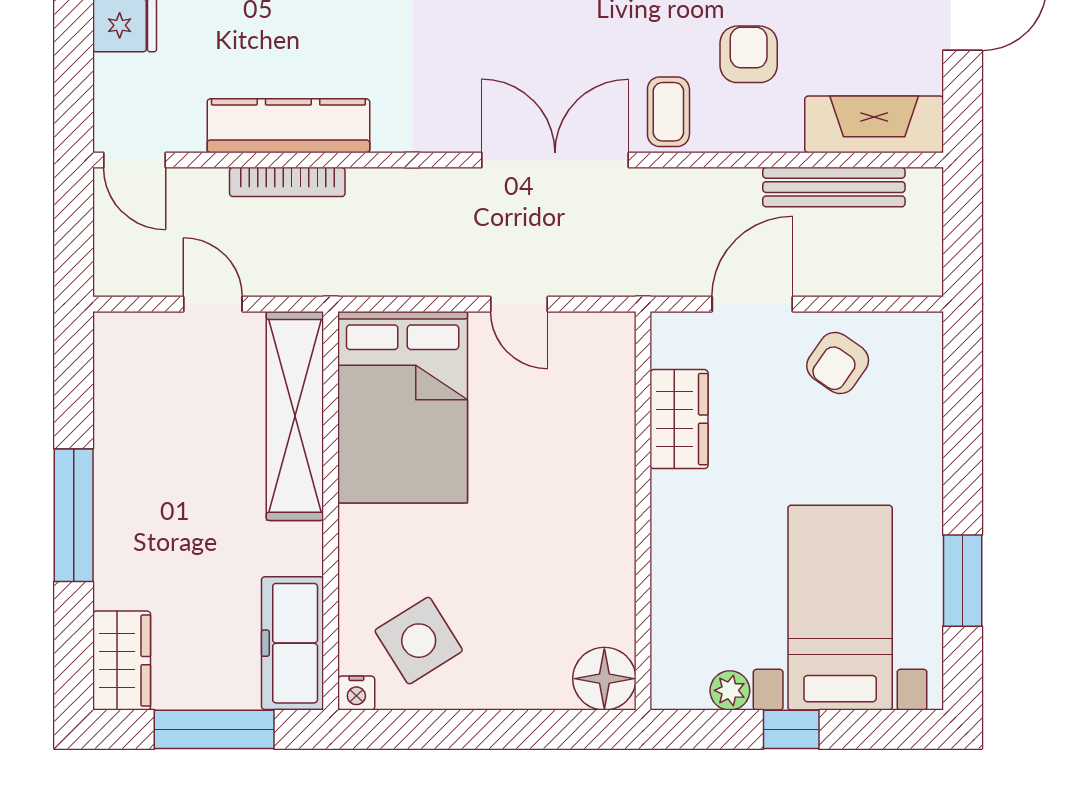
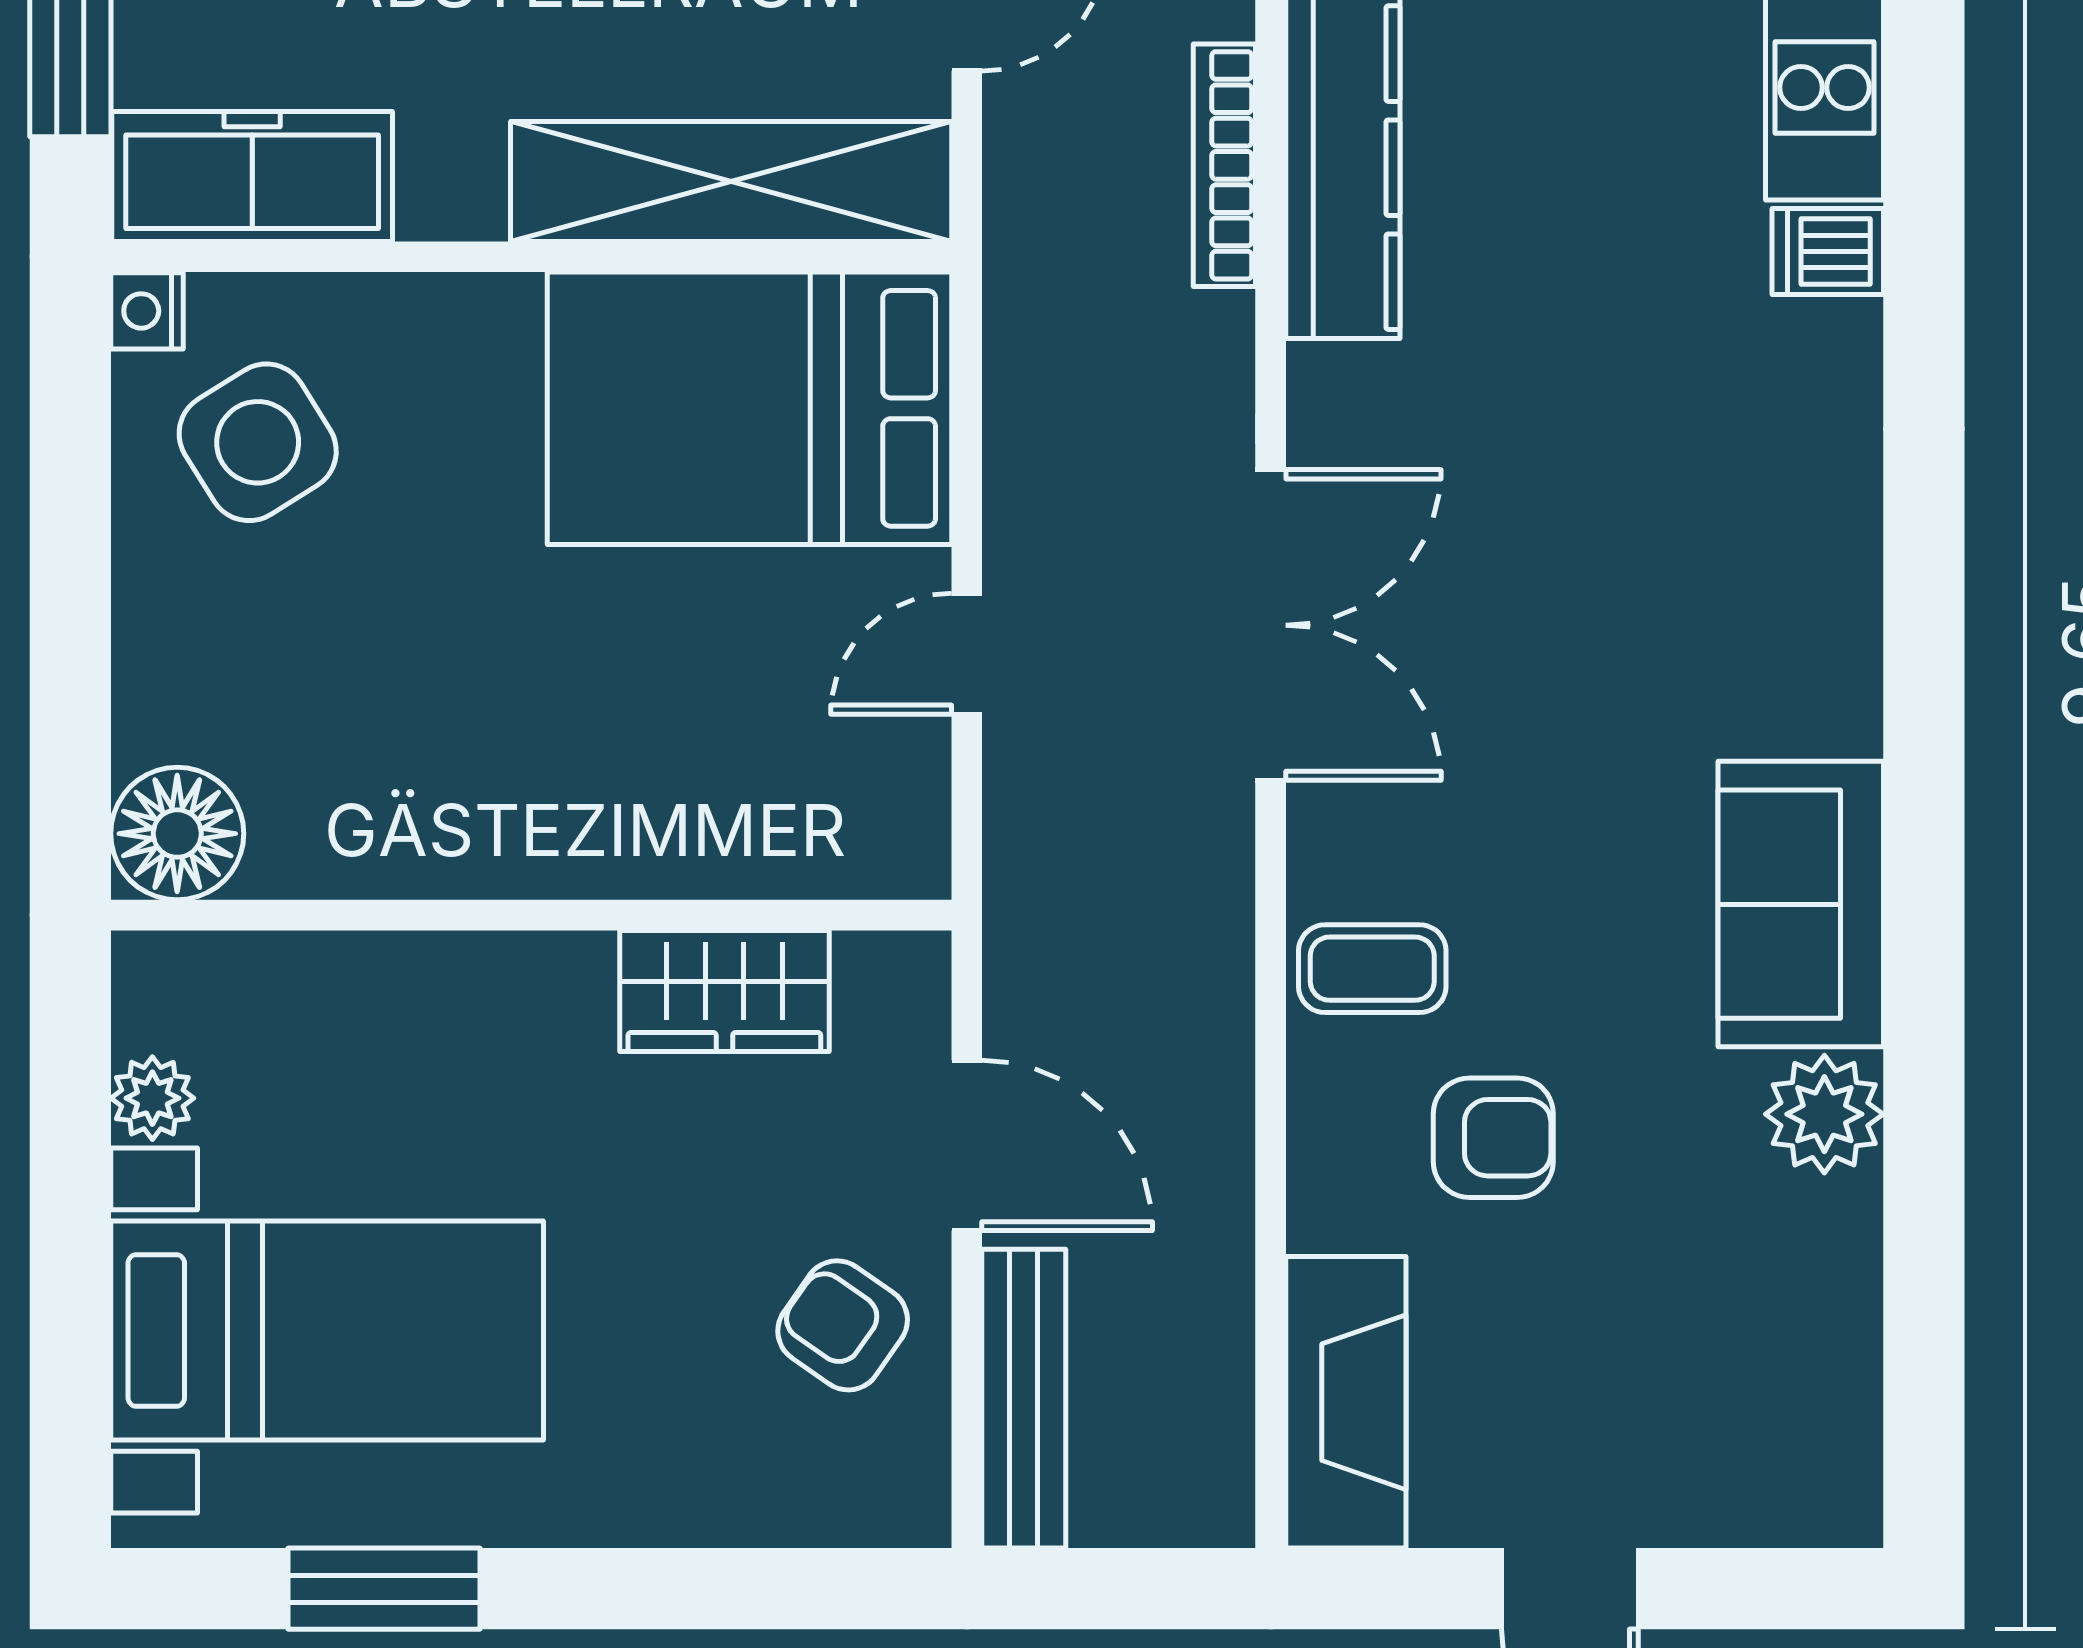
double door: (555, 160) -> (1271, 625), moved
bench: (834, 187) -> (1024, 1399), moved
window: (791, 729) -> (70, 1227), removed

